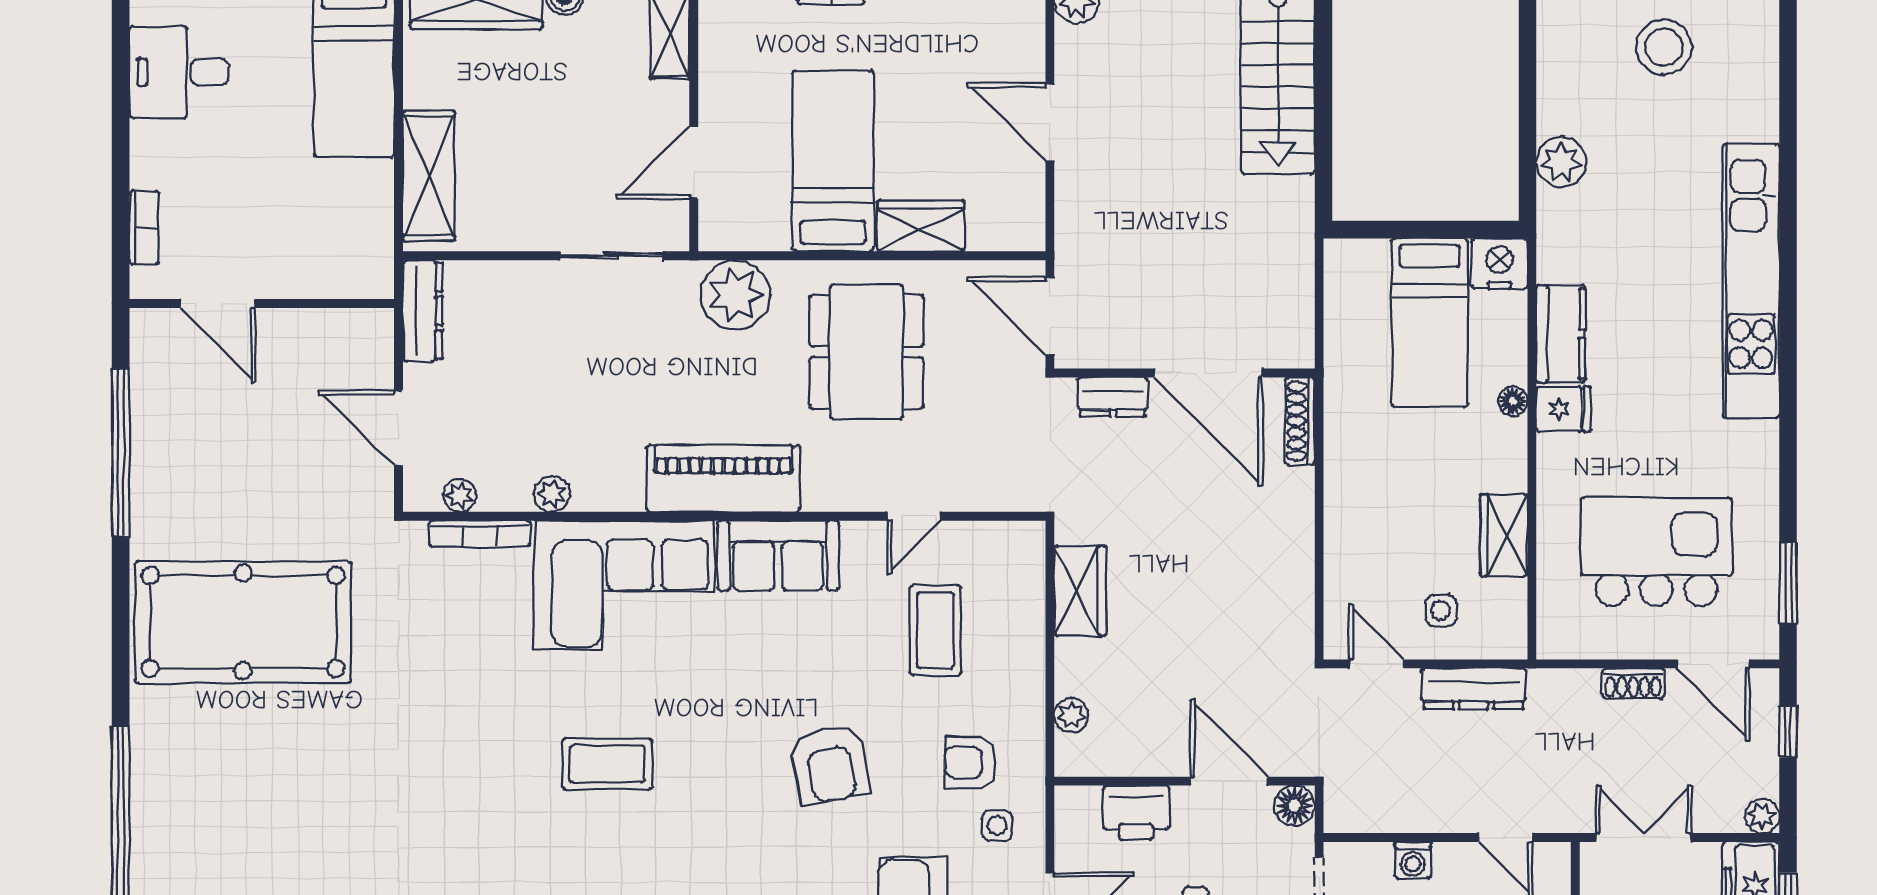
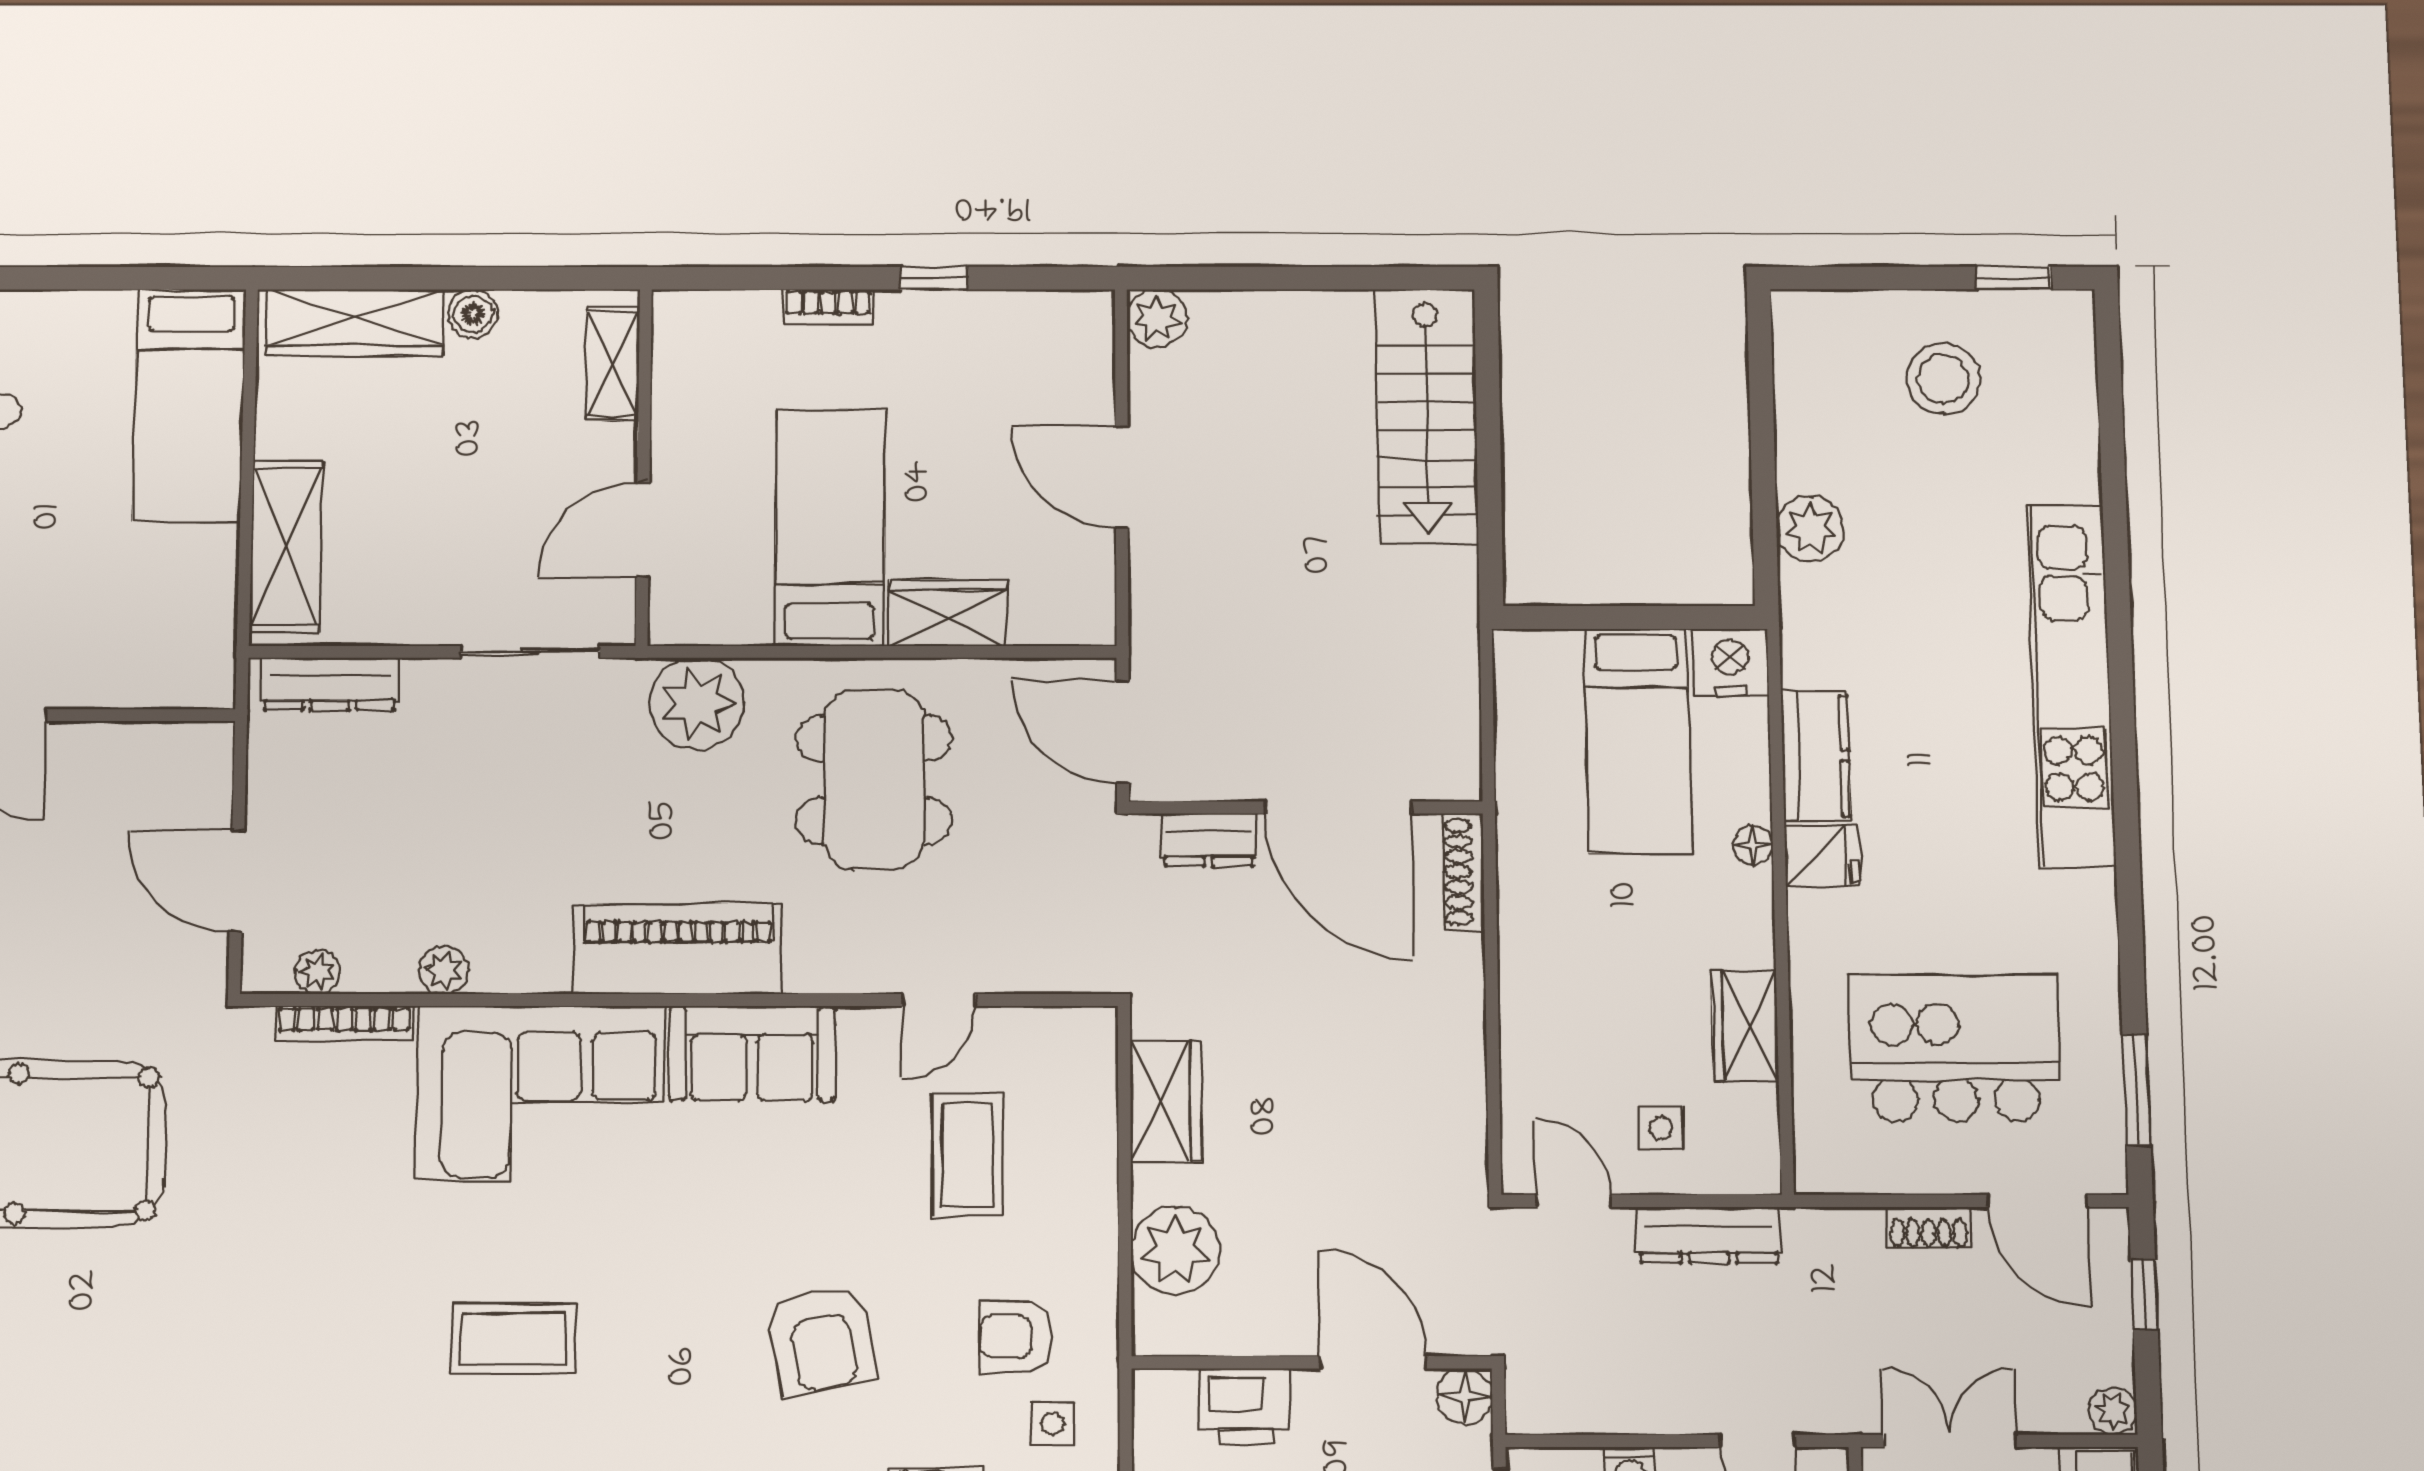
dresser: (423, 311) -> (330, 684), moved, turned 90
plant: (1071, 715) -> (1175, 1251), width x1.88, depth x1.88

